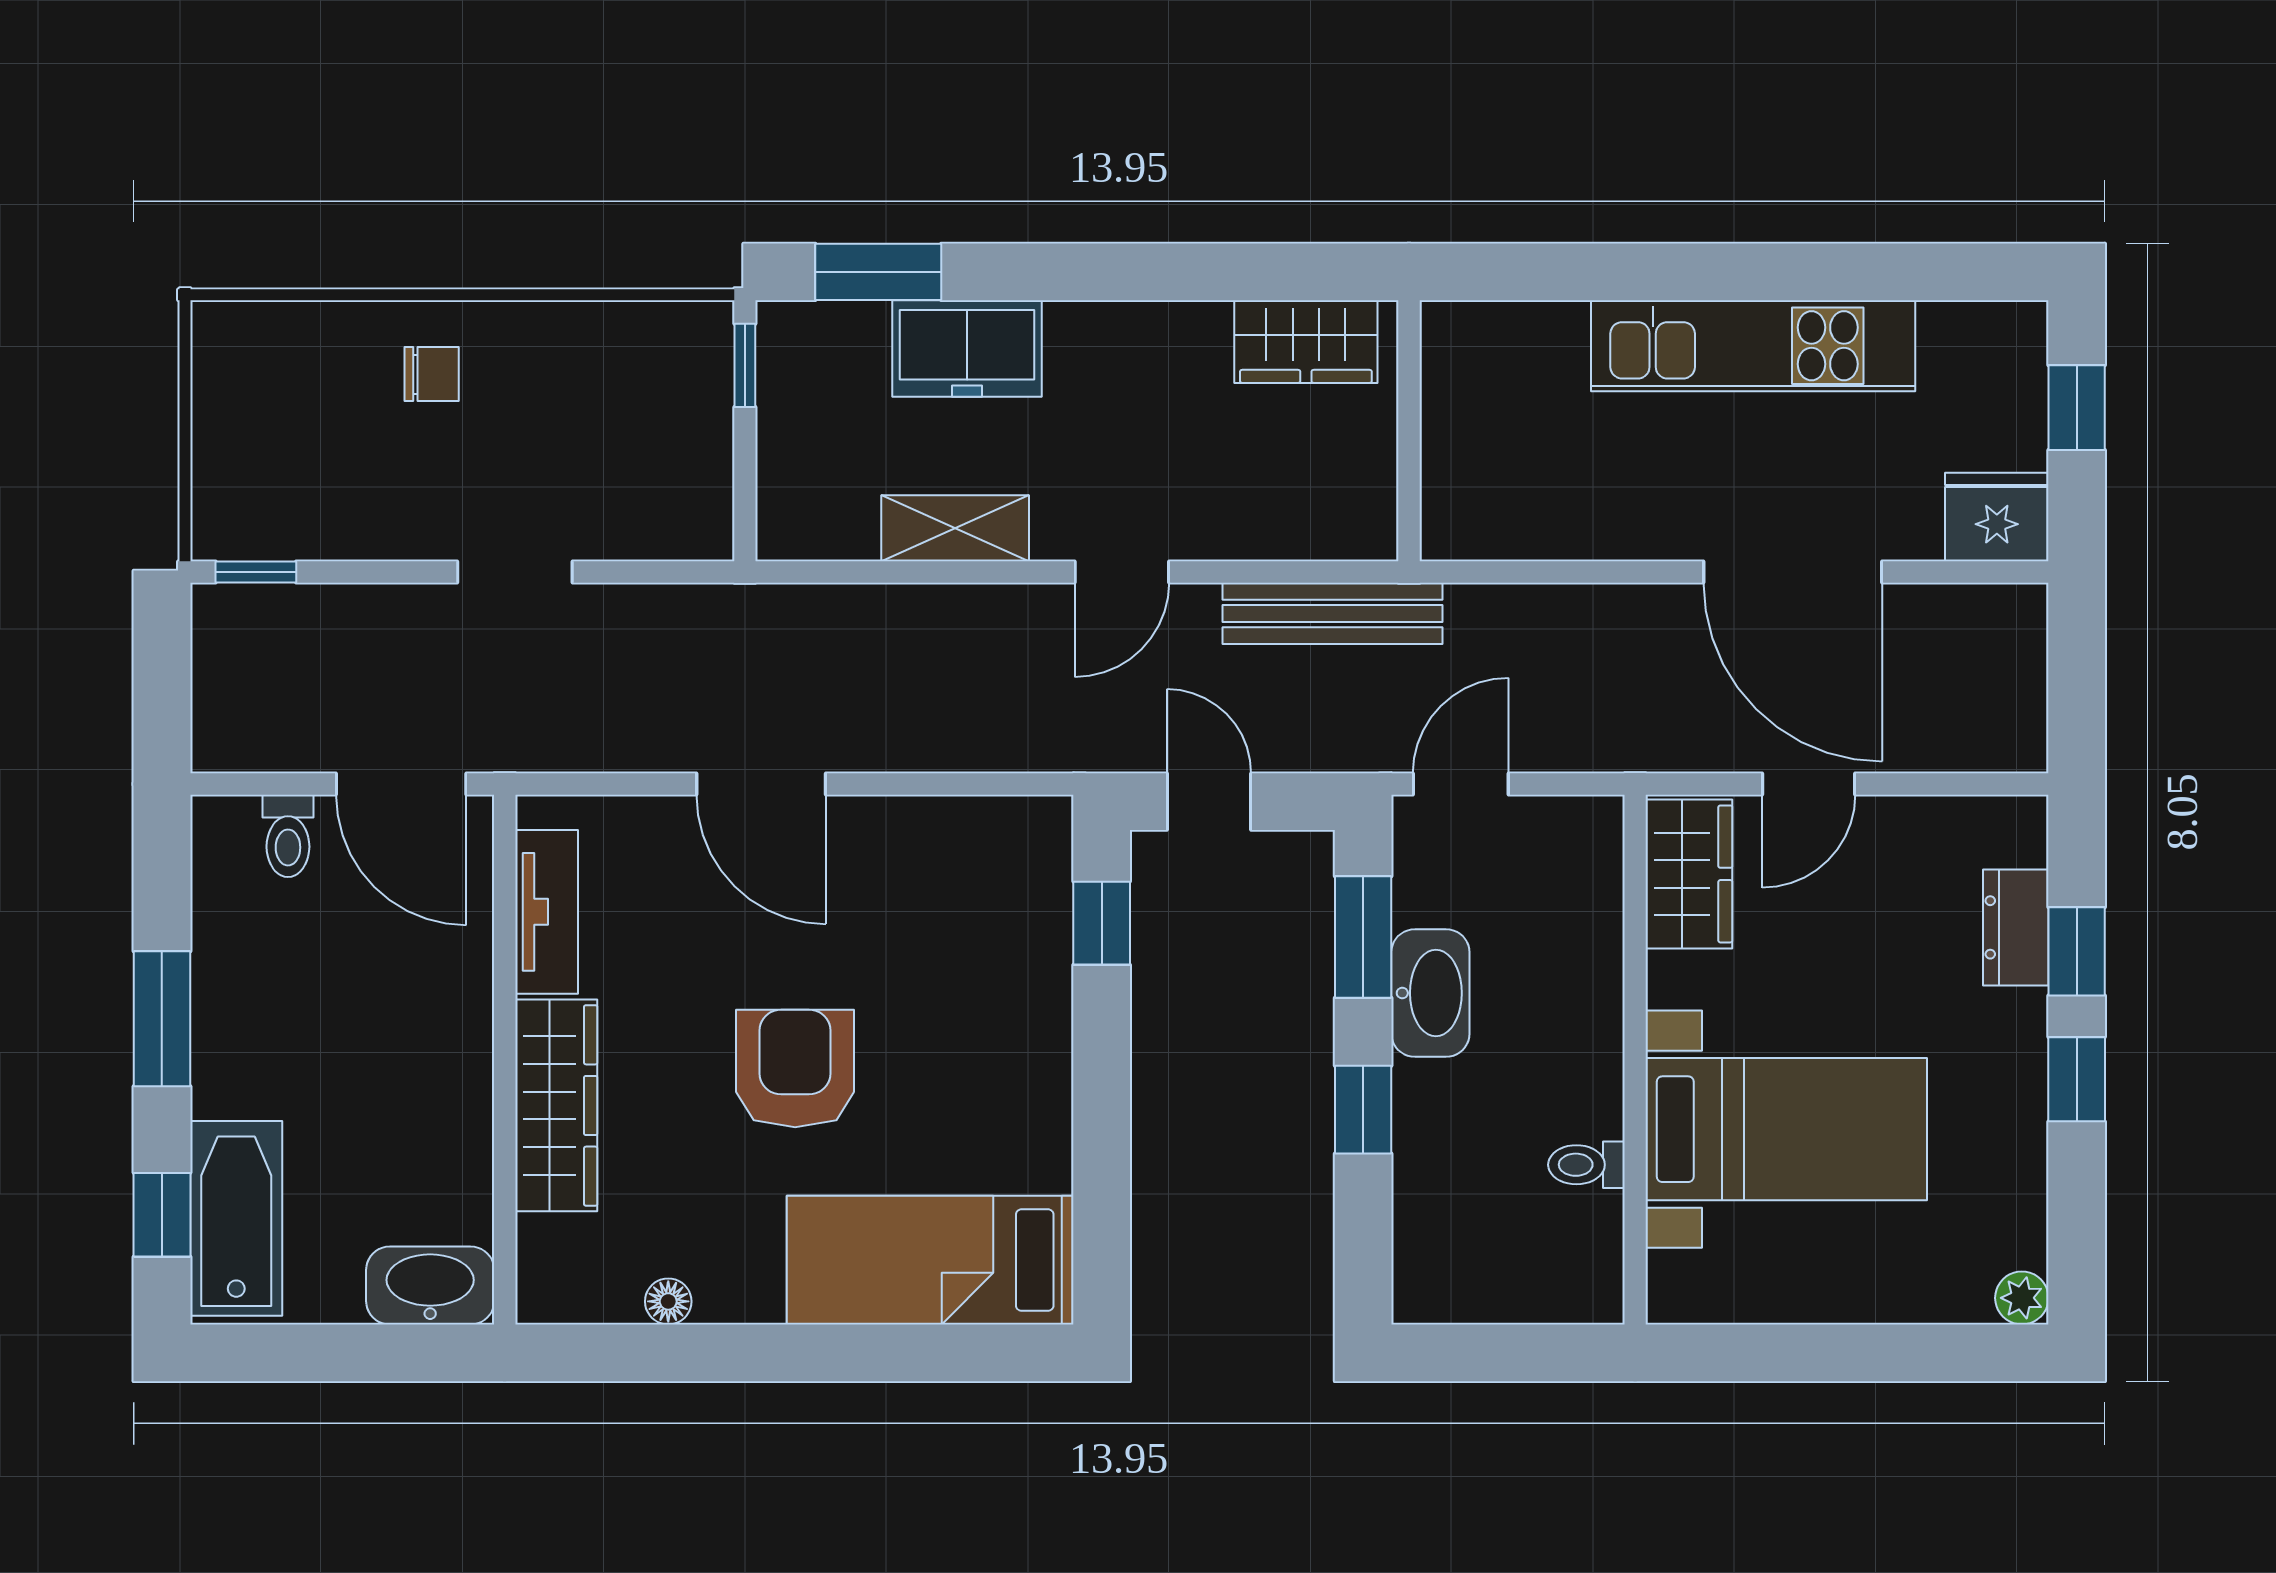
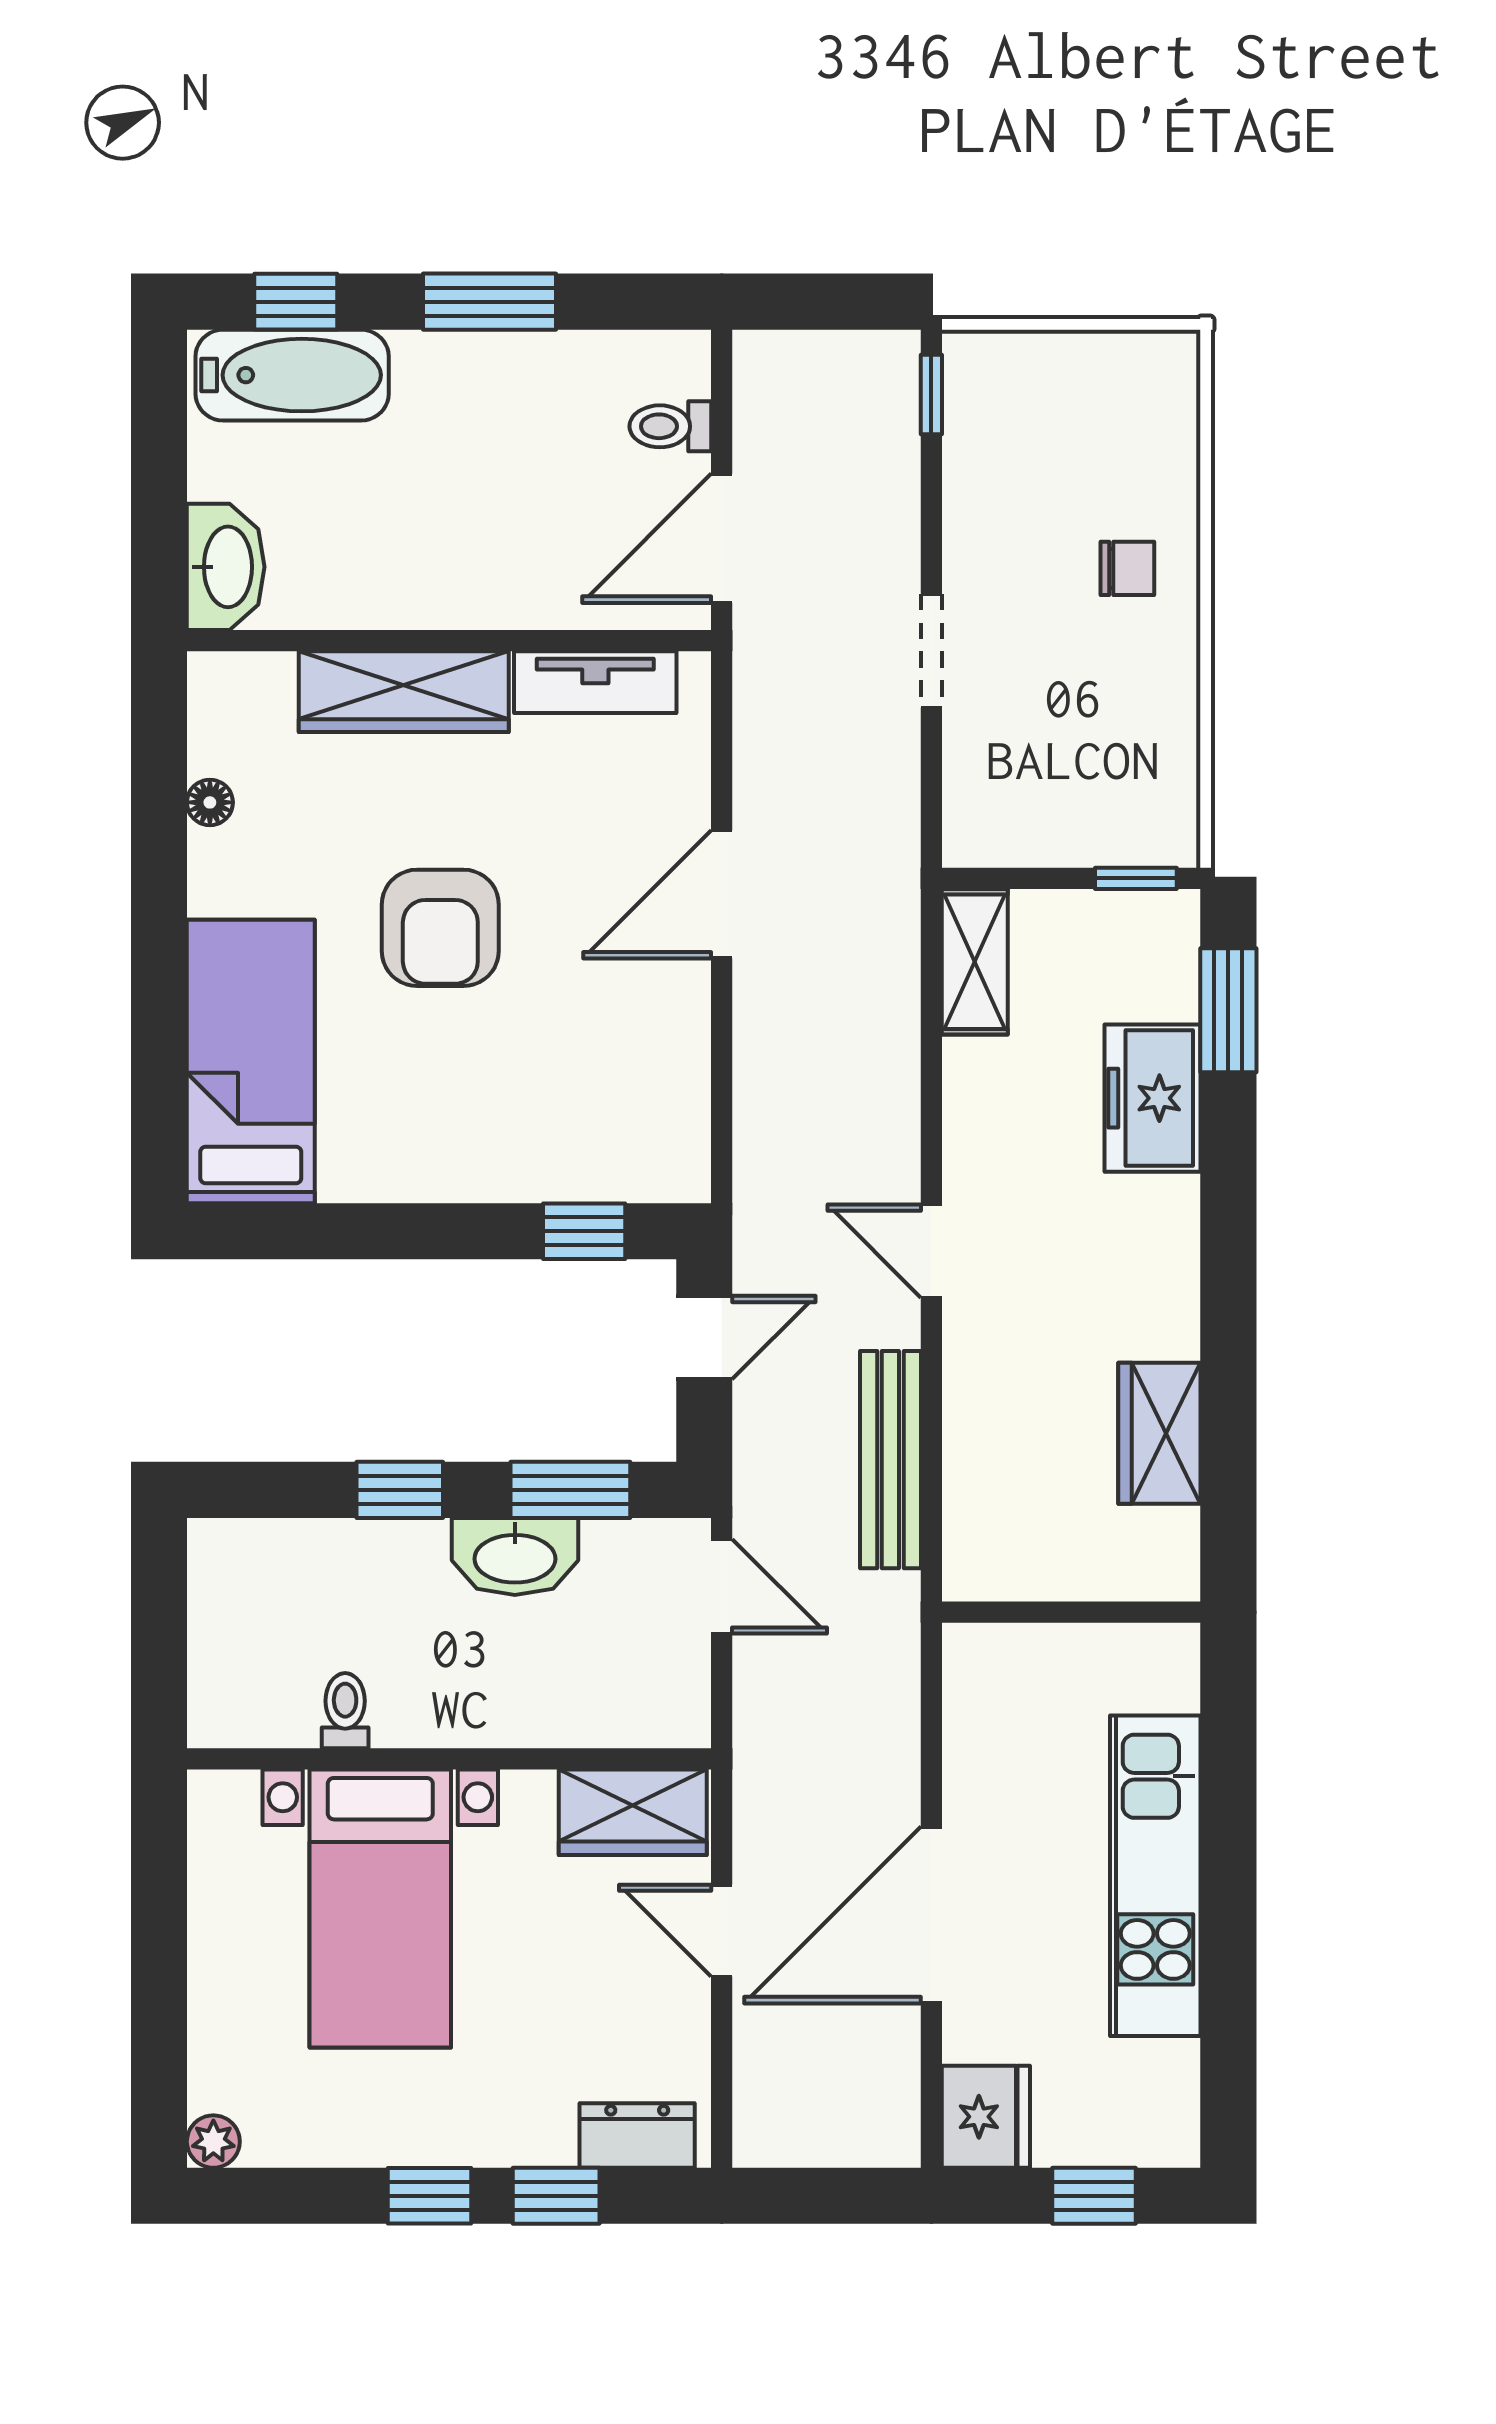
chair: (432, 374) -> (1127, 568), turned -90
wall: (1409, 431) -> (1071, 1612), moved
shelving: (955, 528) -> (975, 962), moved
dresser: (2016, 927) -> (637, 2135), moved
armchair: (795, 1069) -> (440, 928), turned 90

